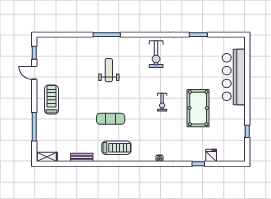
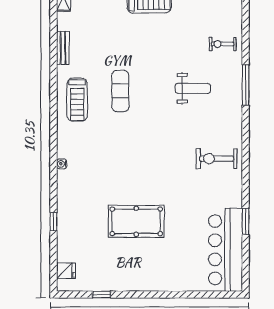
bar counter: (234, 77) -> (226, 250), moved, turned -90
exercise bike: (162, 102) -> (222, 44), moved
fridge: (211, 155) -> (66, 271), moved

